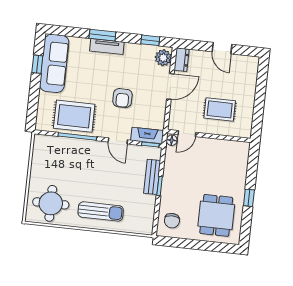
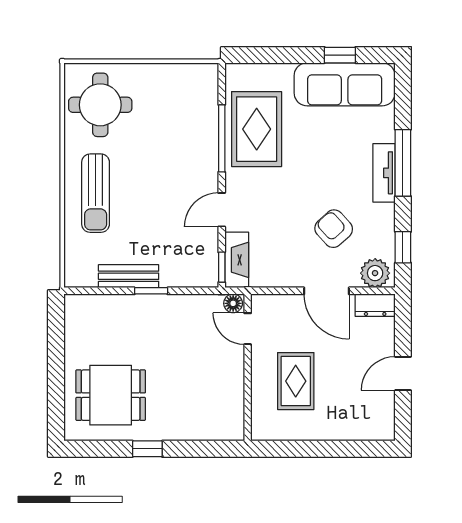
window: (102, 35) -> (403, 163), width x1.44
armchair: (122, 98) -> (334, 229), moved, turned 48
bench: (152, 177) -> (129, 276), moved
chair: (172, 221) -> (93, 319), removed

